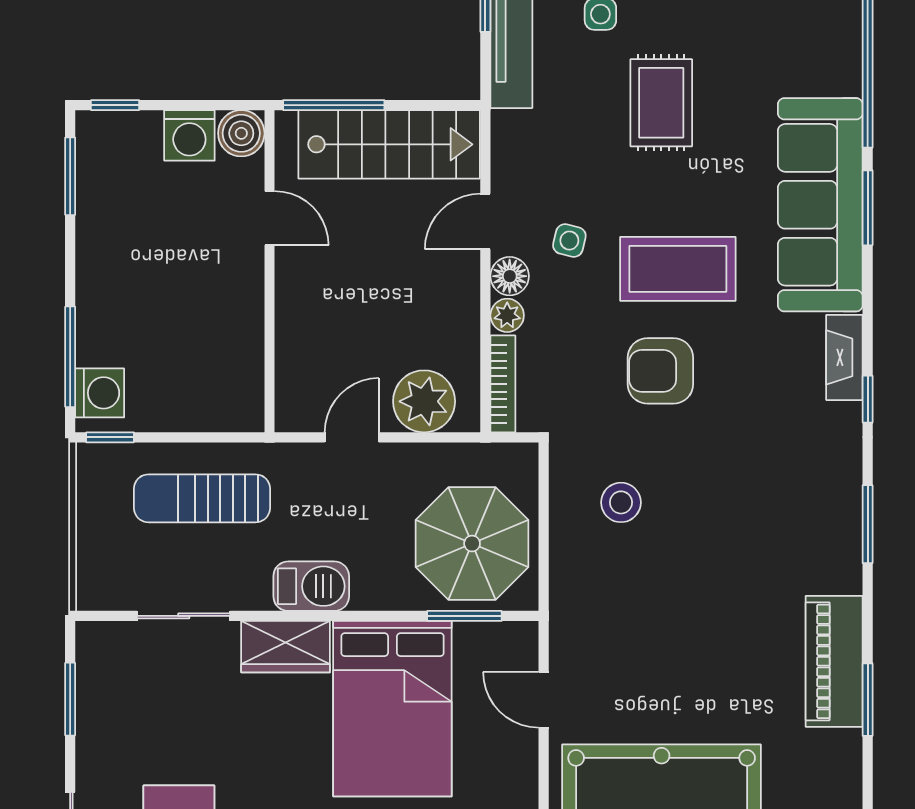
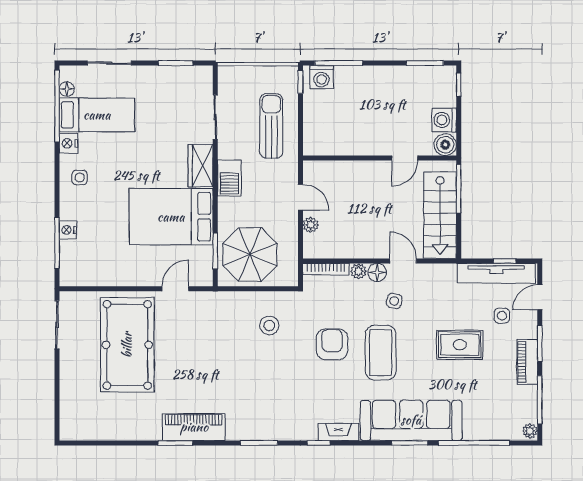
plant: (424, 401) -> (311, 225), width x0.53, depth x0.53

